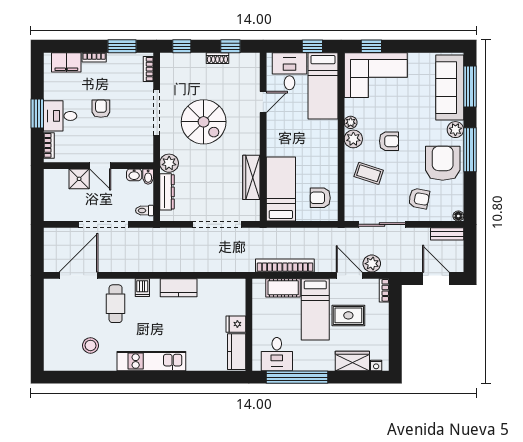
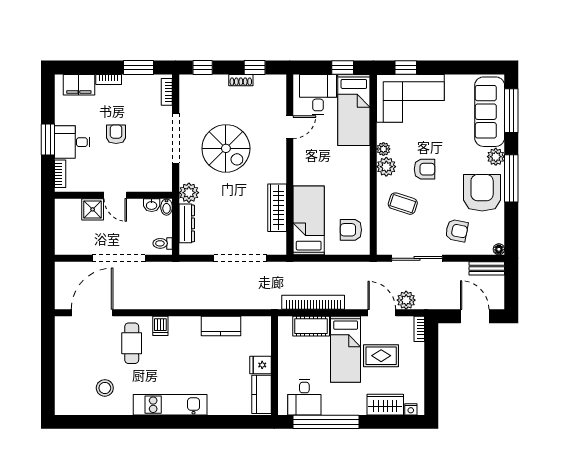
kitchen counter: (179, 288) -> (221, 326), moved

